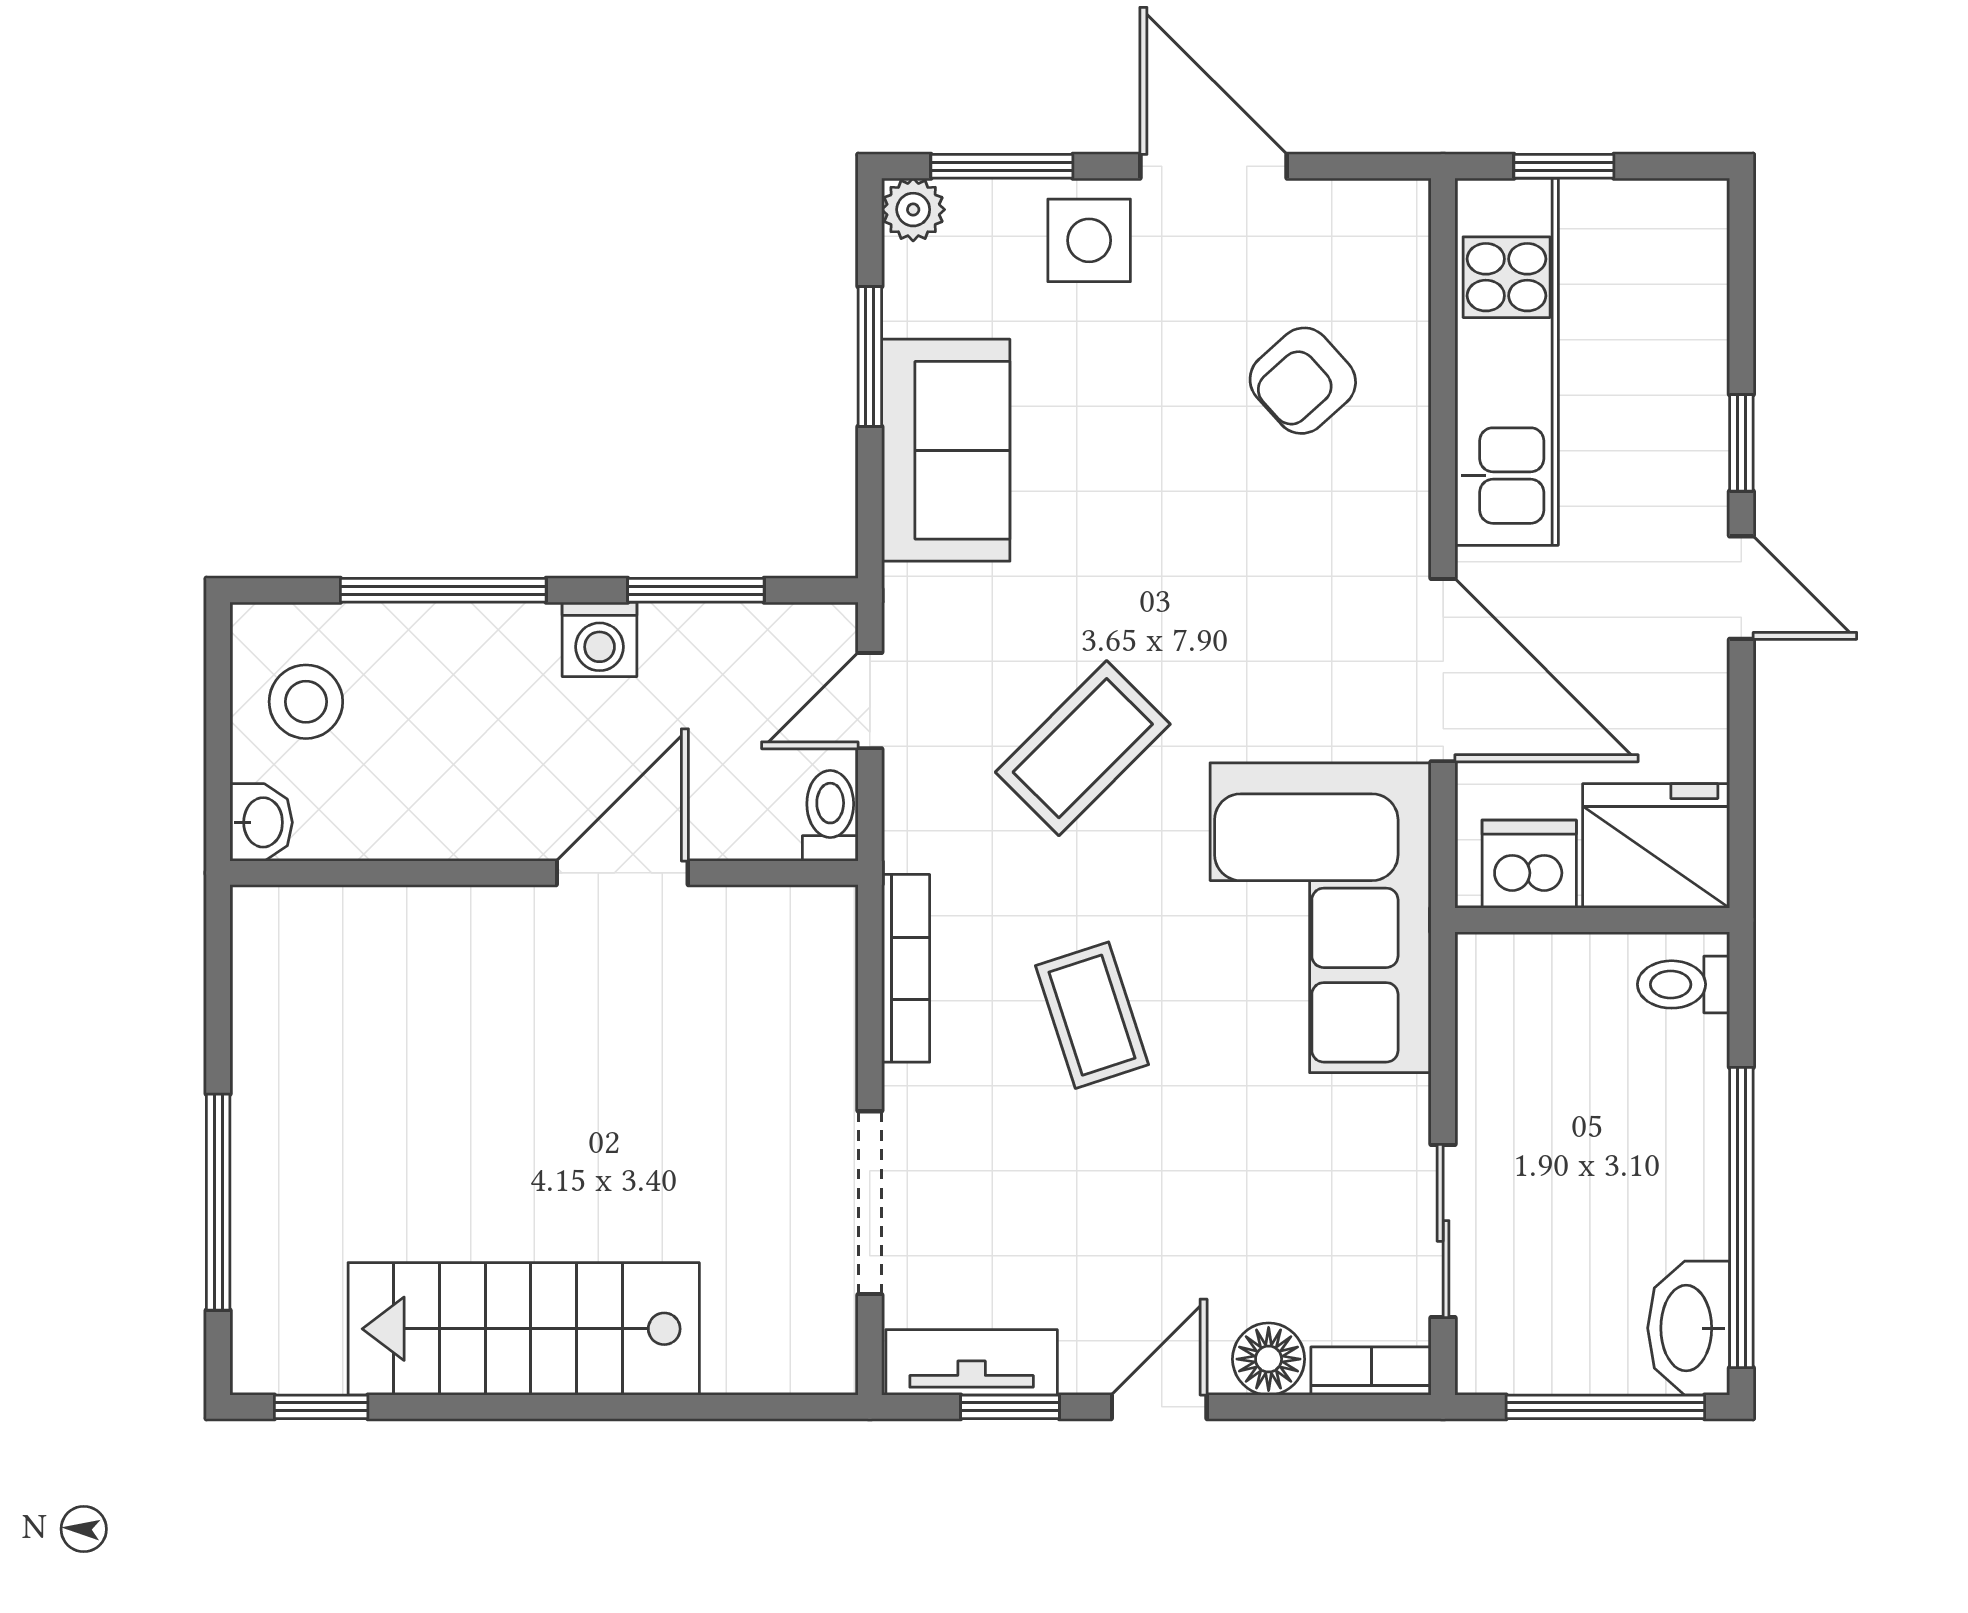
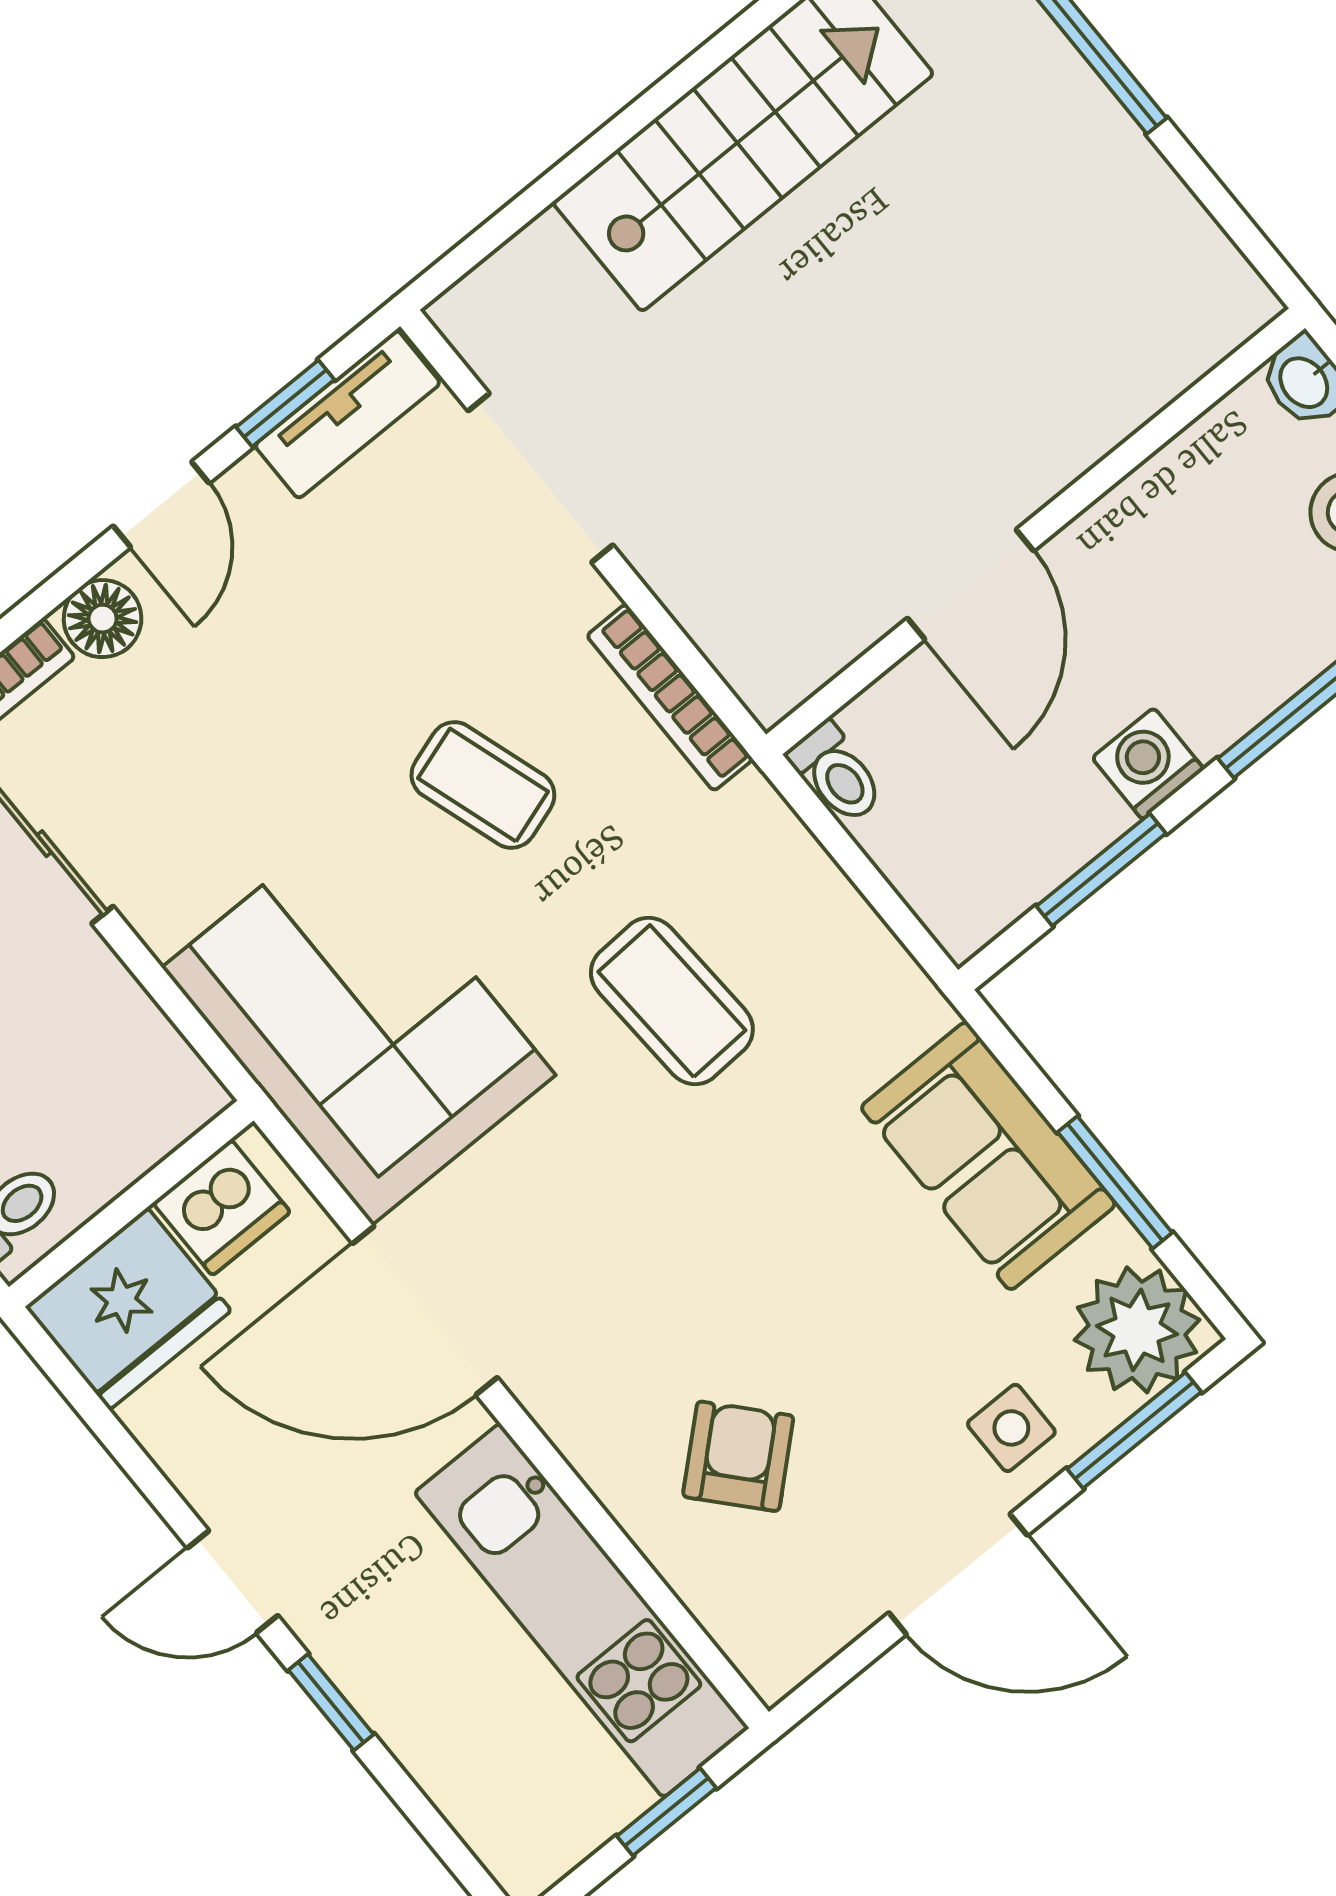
plant: (913, 210) -> (1137, 1330), width x1.88, depth x1.88
side table: (1089, 240) -> (1011, 1428), width x0.73, depth x0.73
door: (870, 701) -> (881, 896), removed
coffee table: (1083, 748) -> (672, 1001), turned -48

